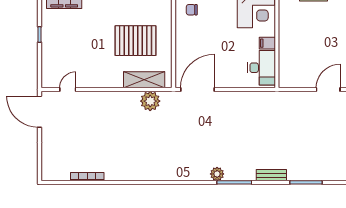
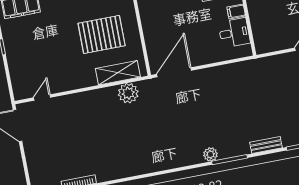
desk: (262, 68) -> (234, 33), width x0.73

